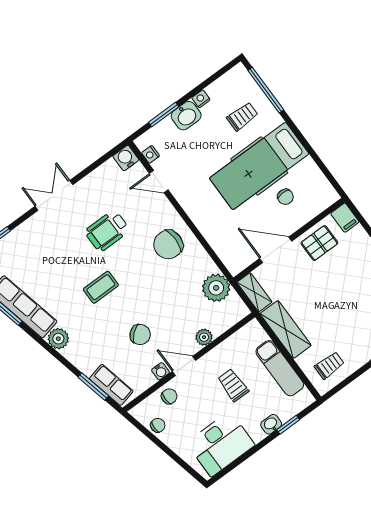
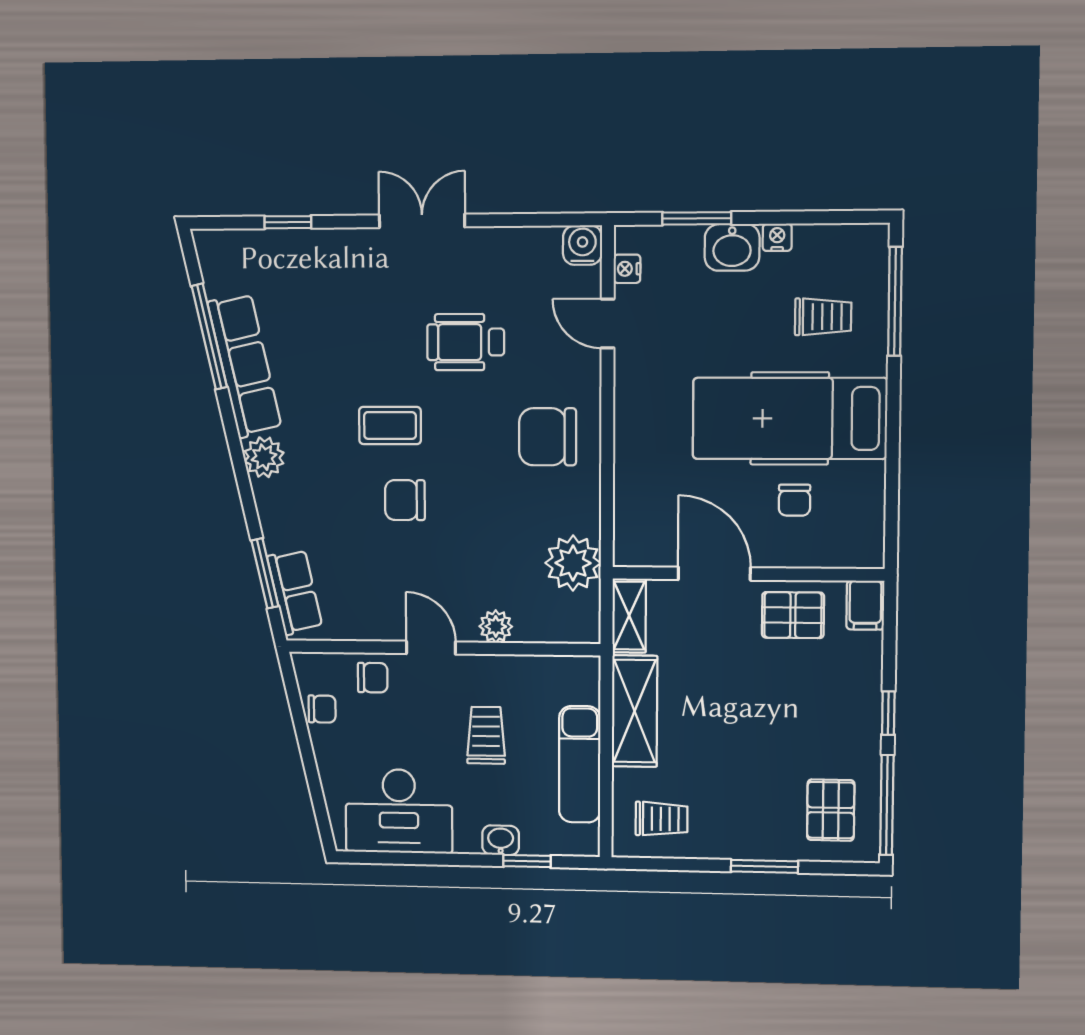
chair: (140, 334) -> (405, 500), moved, turned 130
water cooler: (160, 371) -> (388, 628), removed

